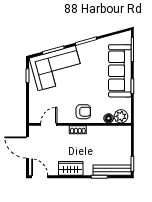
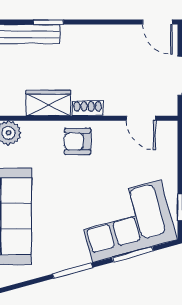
floor lamp: (109, 118) -> (31, 129), removed
door: (49, 124) -> (141, 118), hinge flipped
wardrobe: (71, 168) -> (48, 103), moved, turned 180

